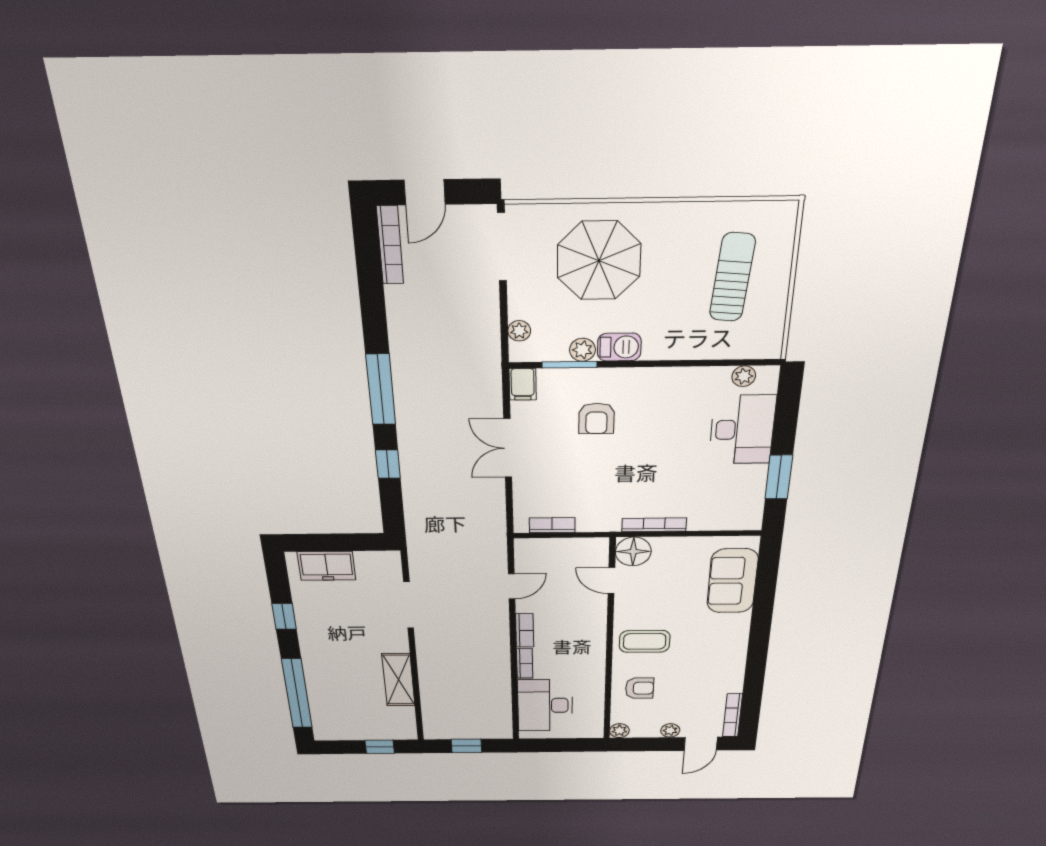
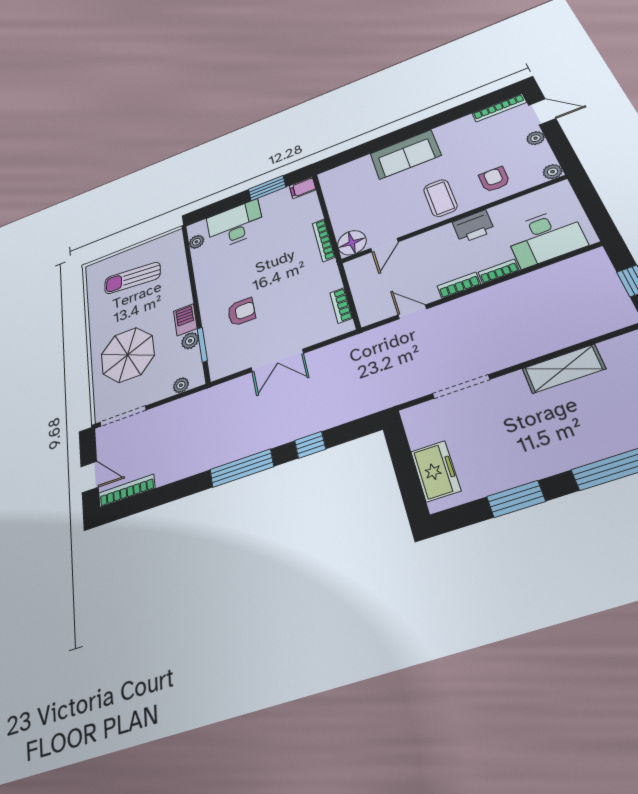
filing cabinet: (523, 384) -> (303, 188), moved, turned 180
sofa: (732, 581) -> (405, 154), moved
window: (284, 616) -> (516, 499), width x1.50
printer: (590, 658) -> (473, 226), added

